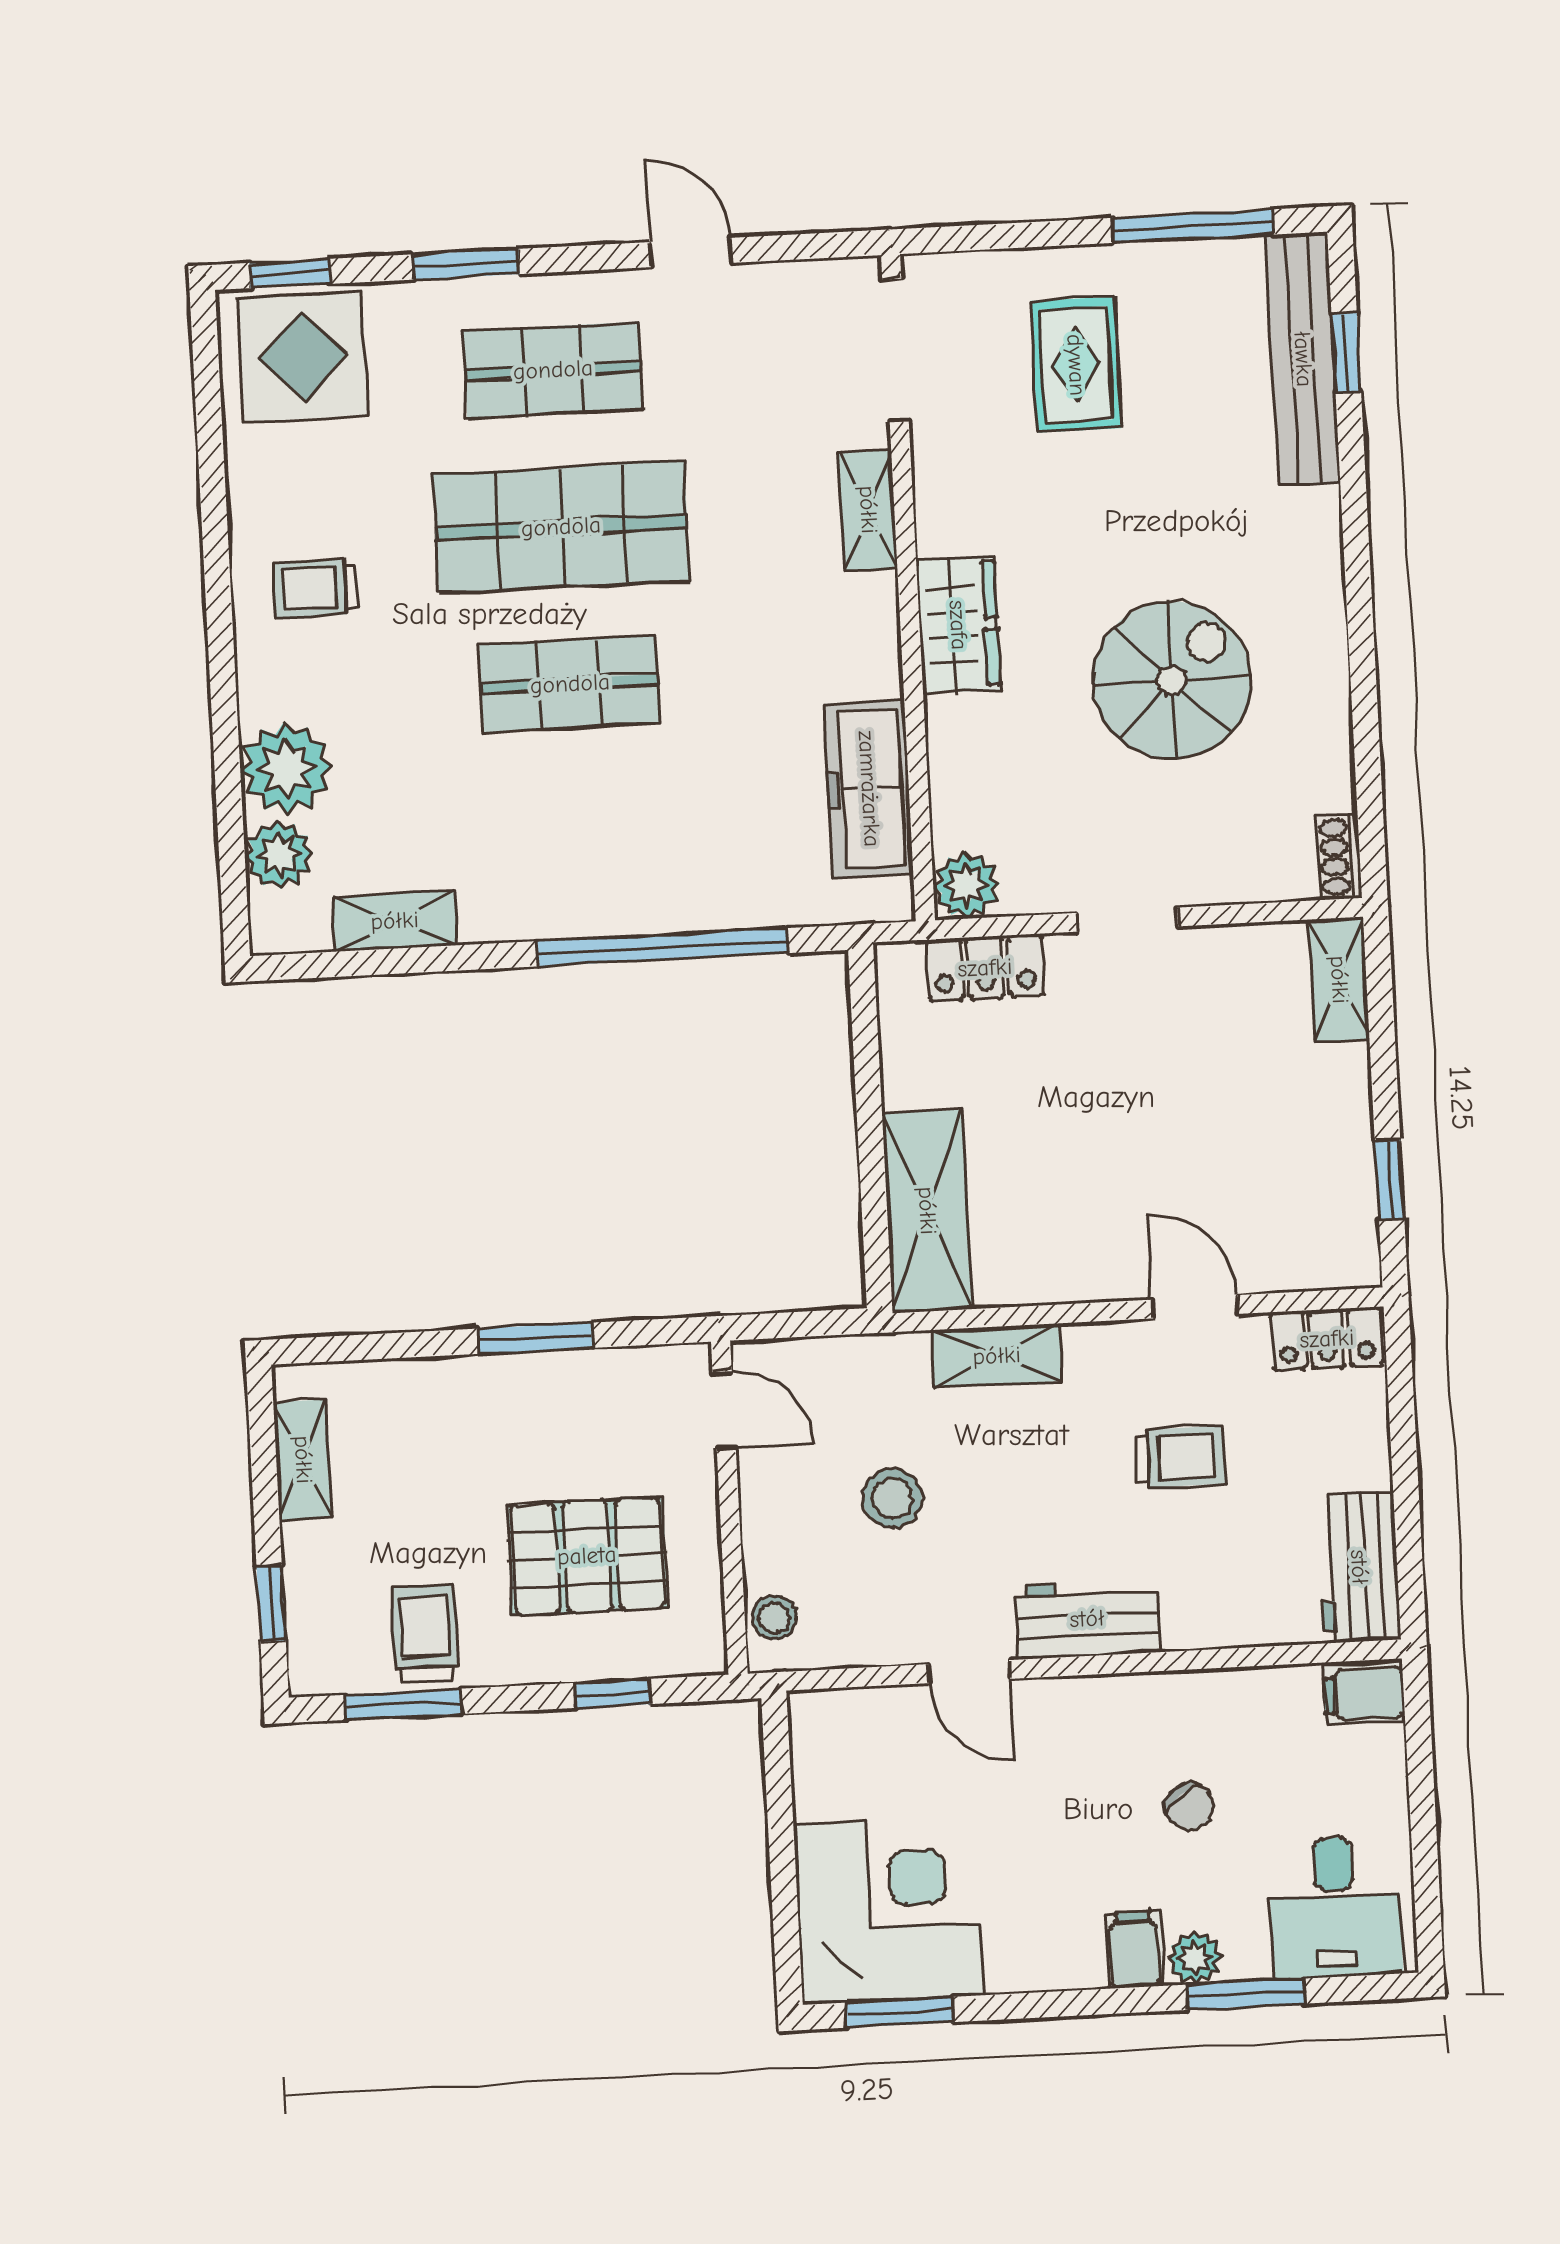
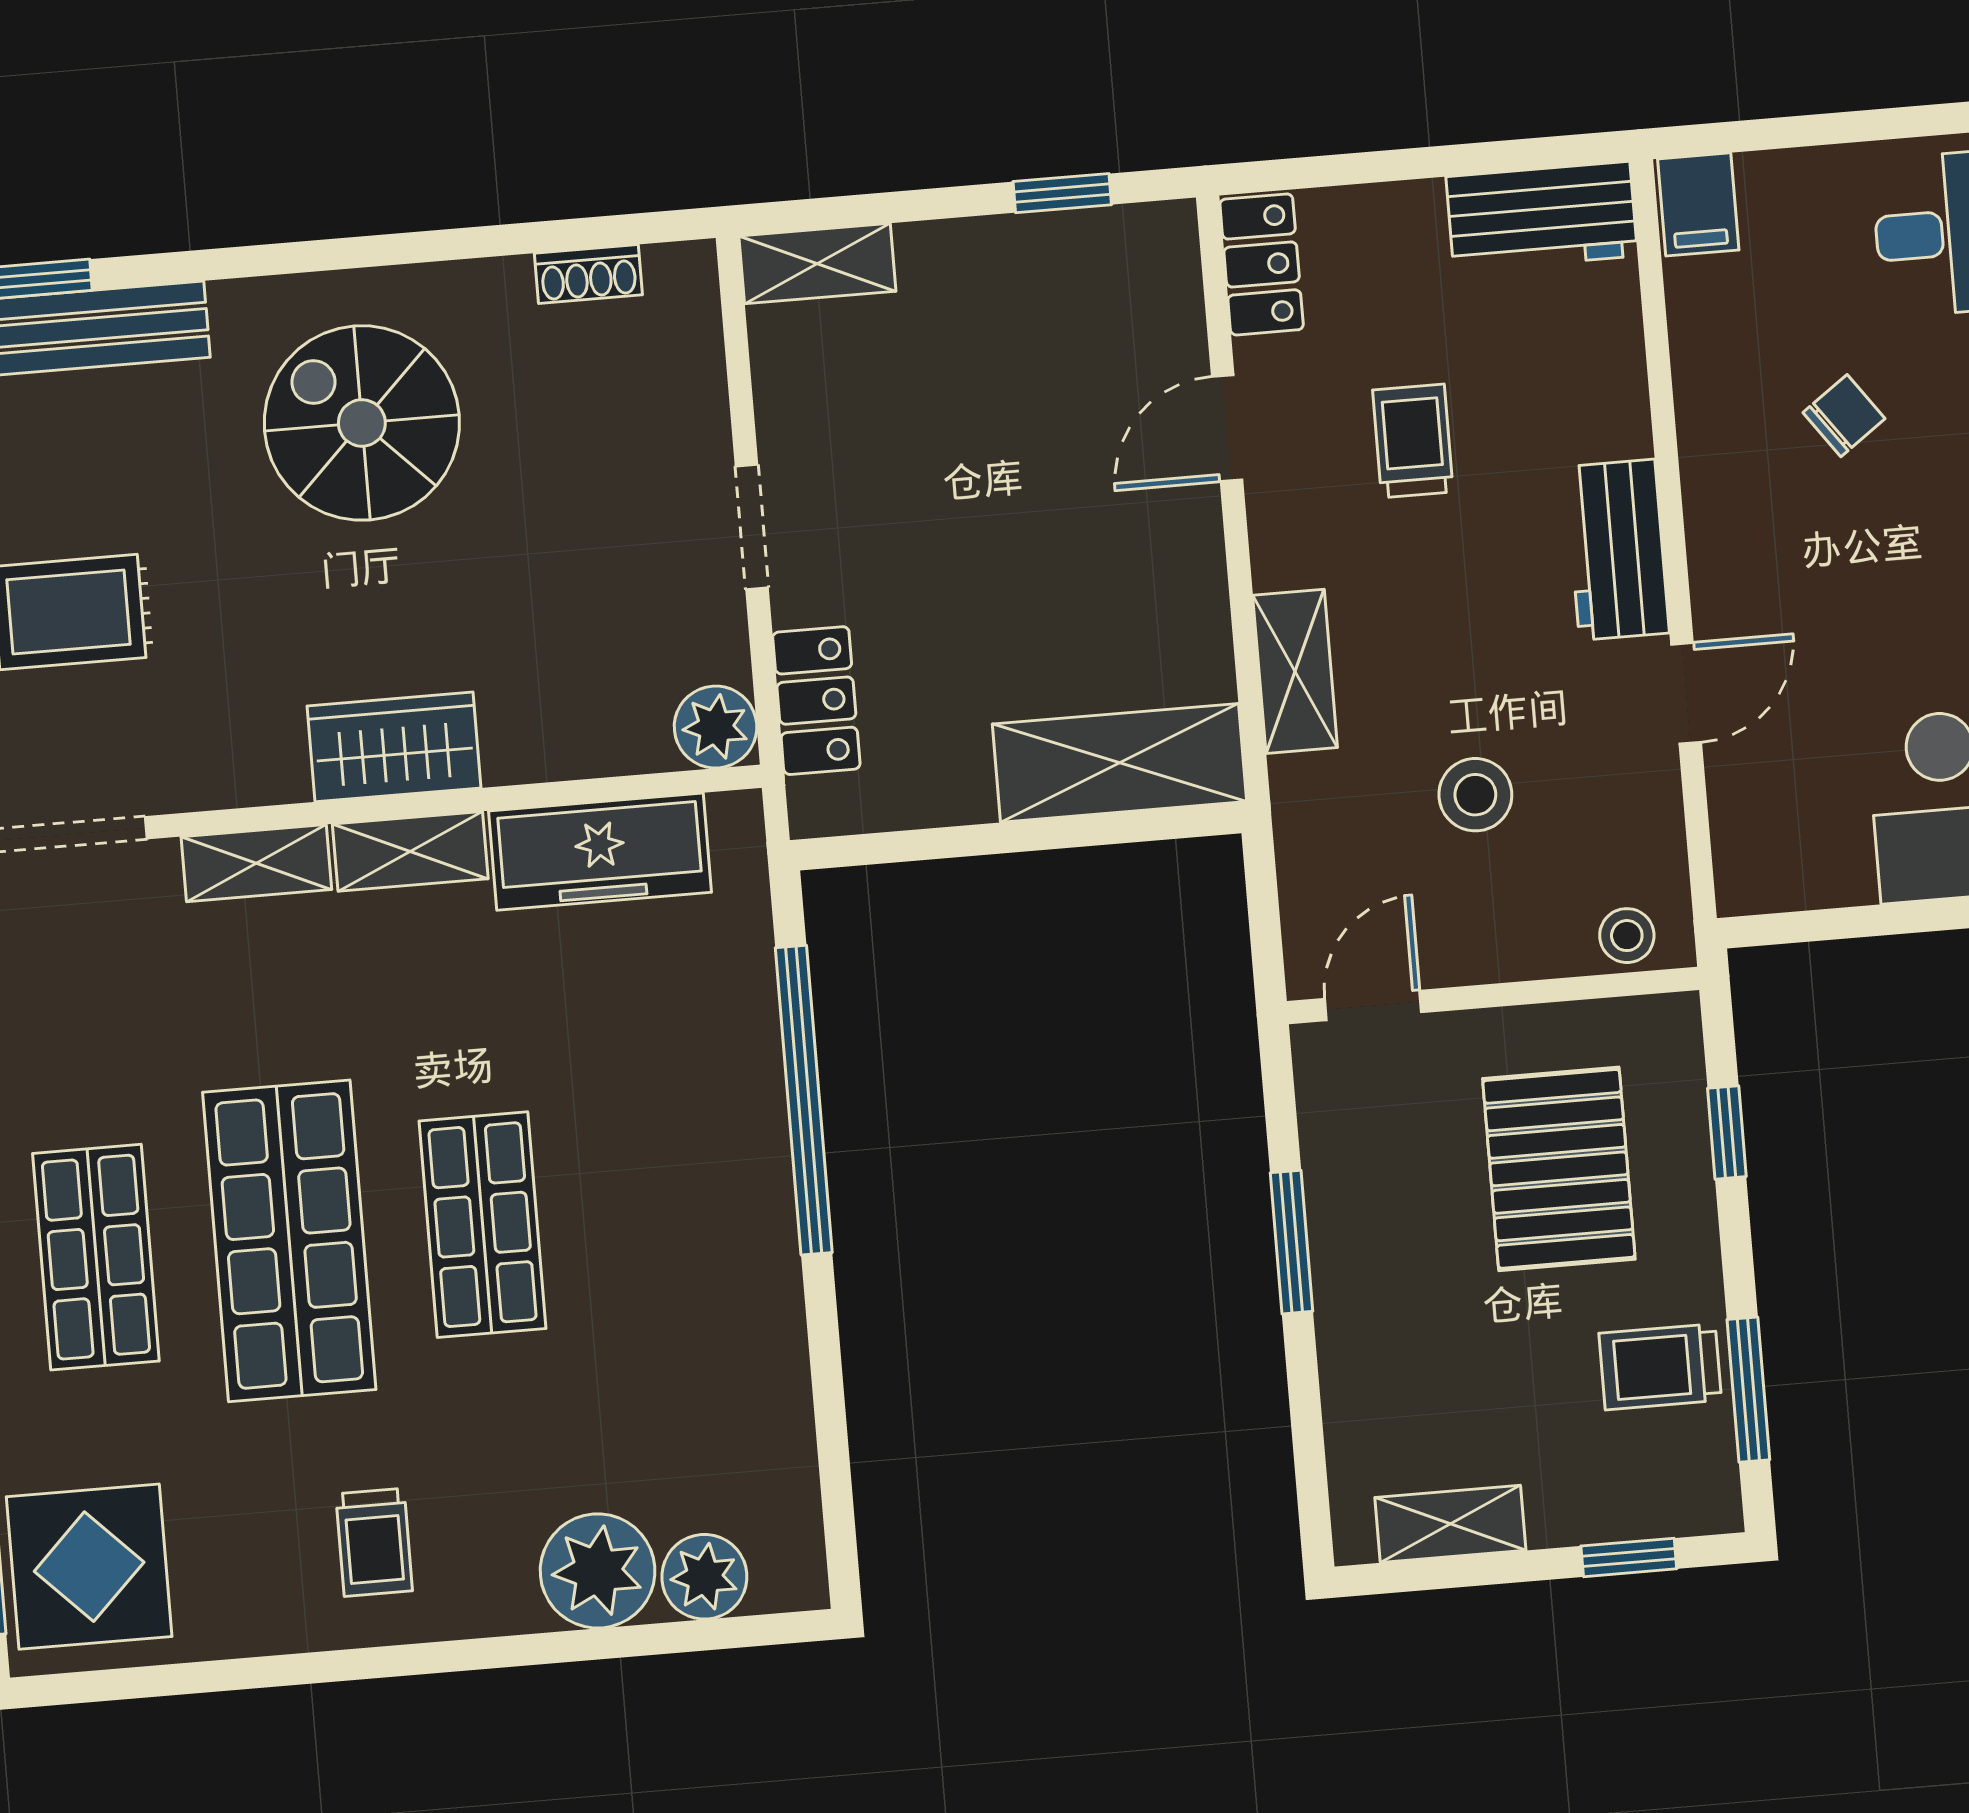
spiral stairs: (1172, 680) -> (362, 423), moved
shoe rack: (1340, 857) -> (588, 274), moved
shelving: (395, 921) -> (410, 851), moved, turned 90

